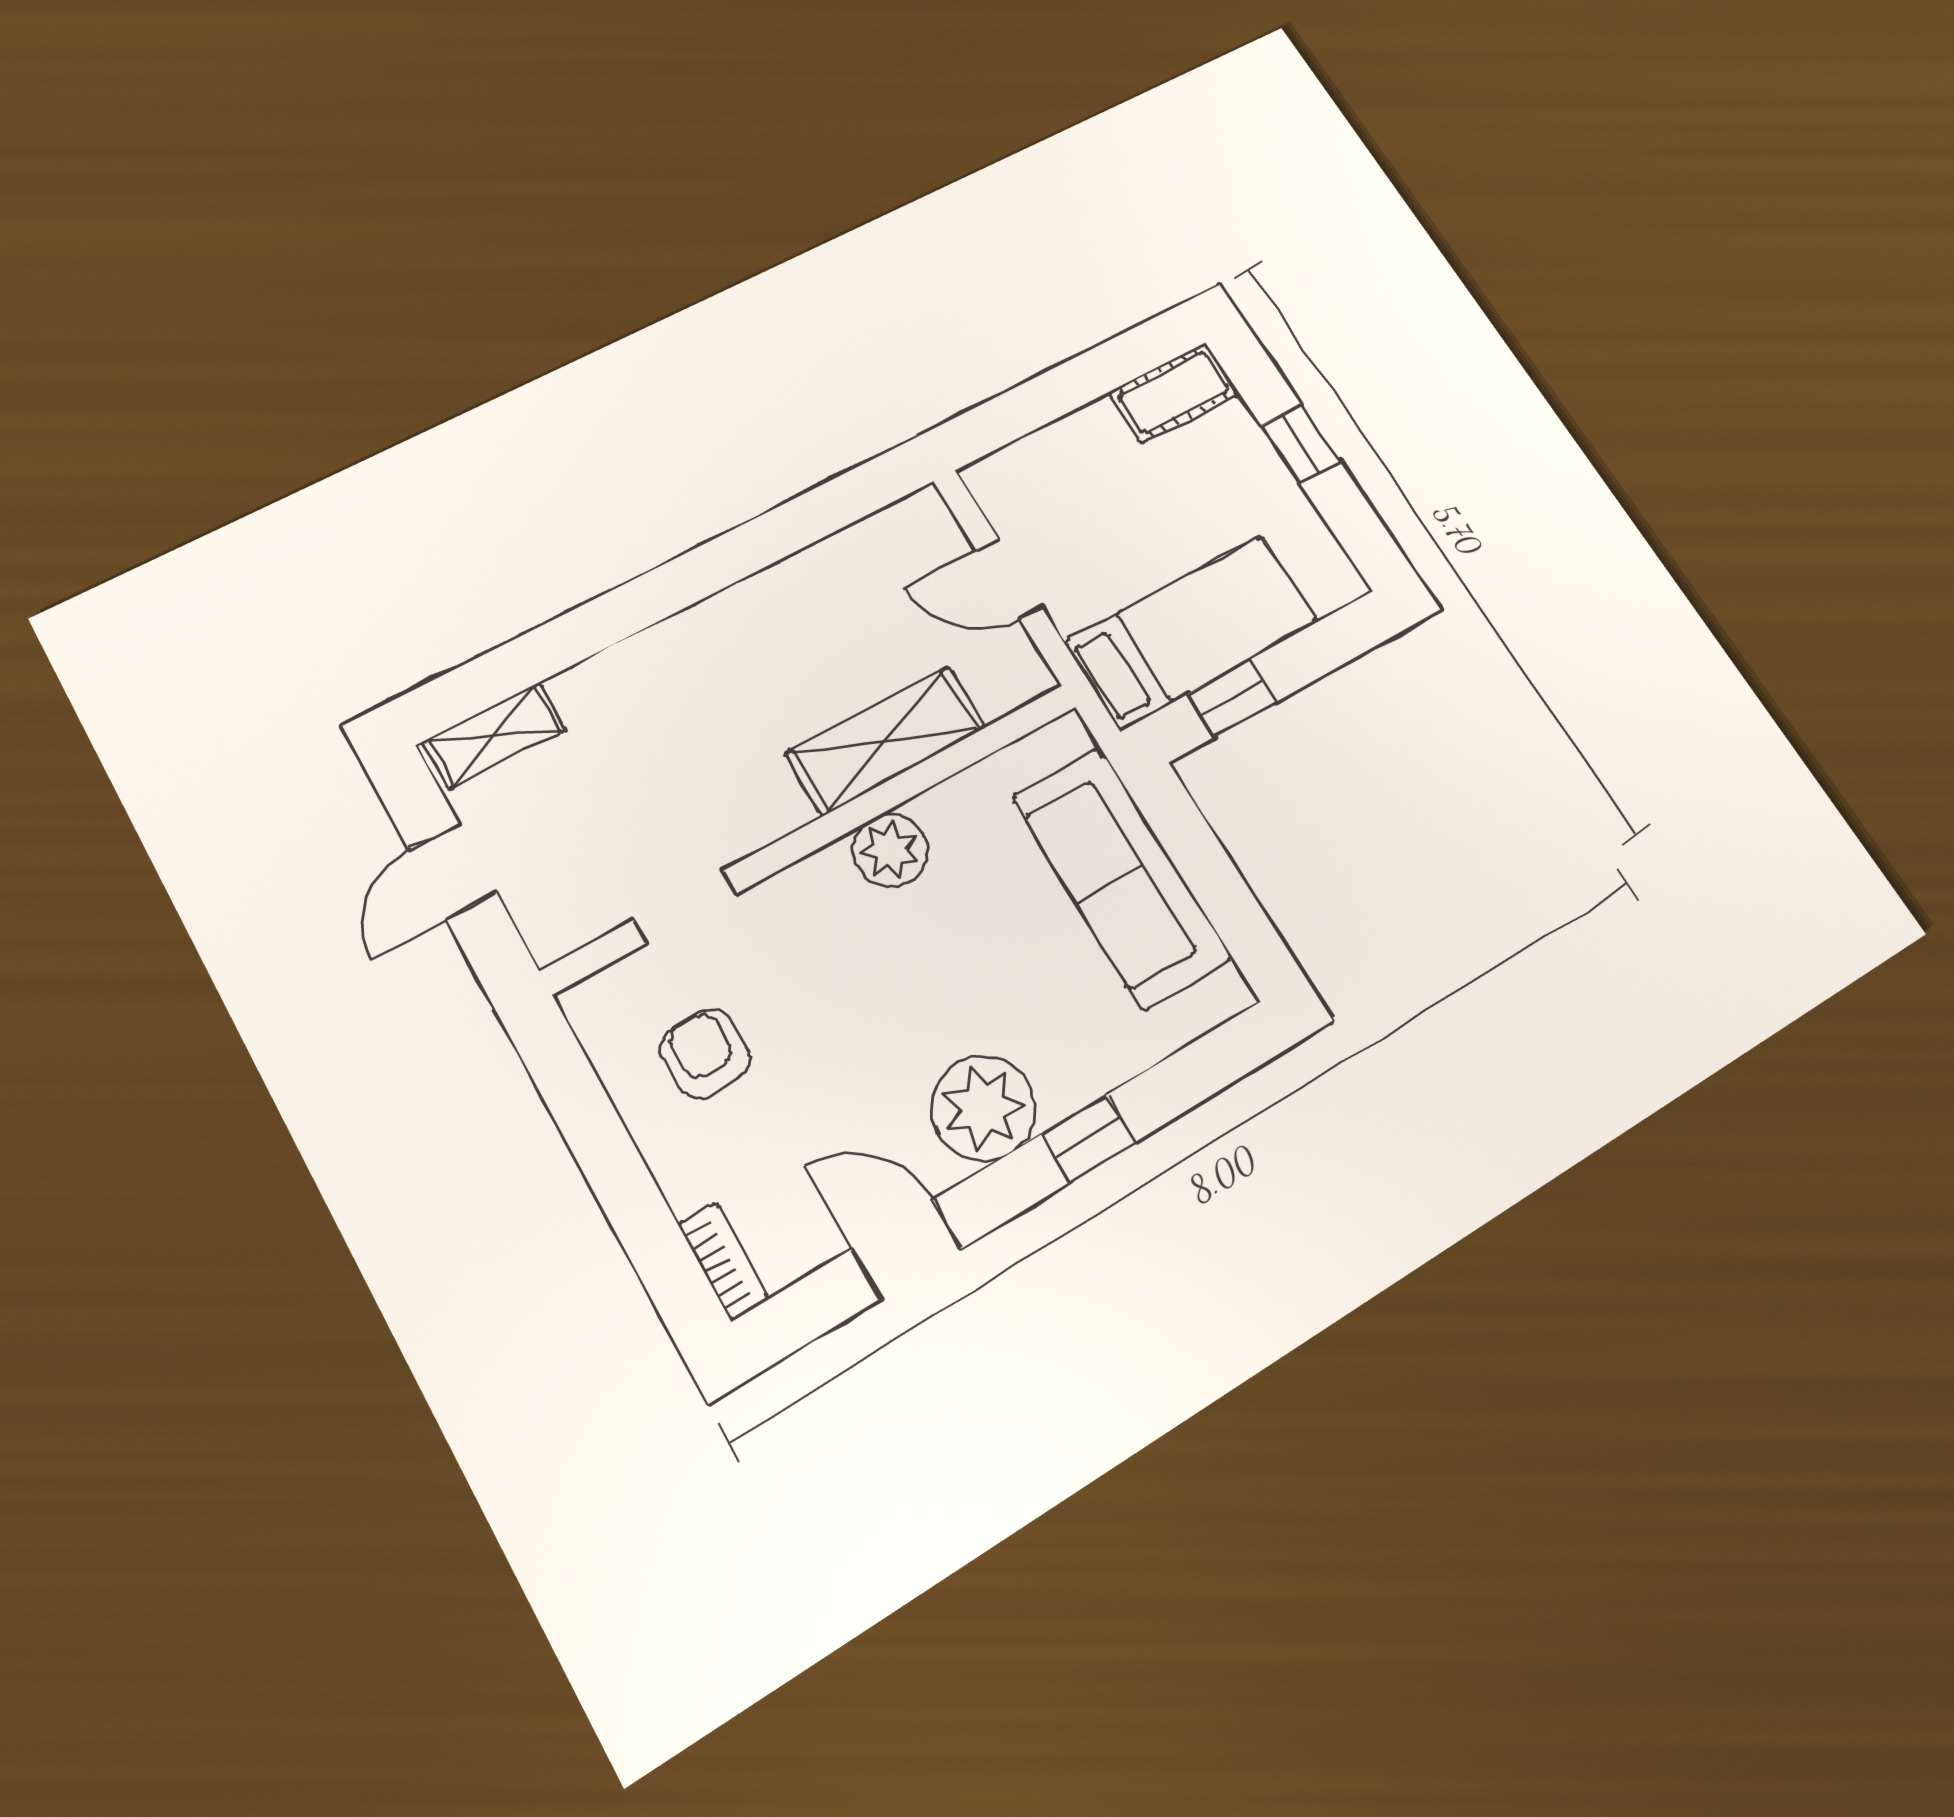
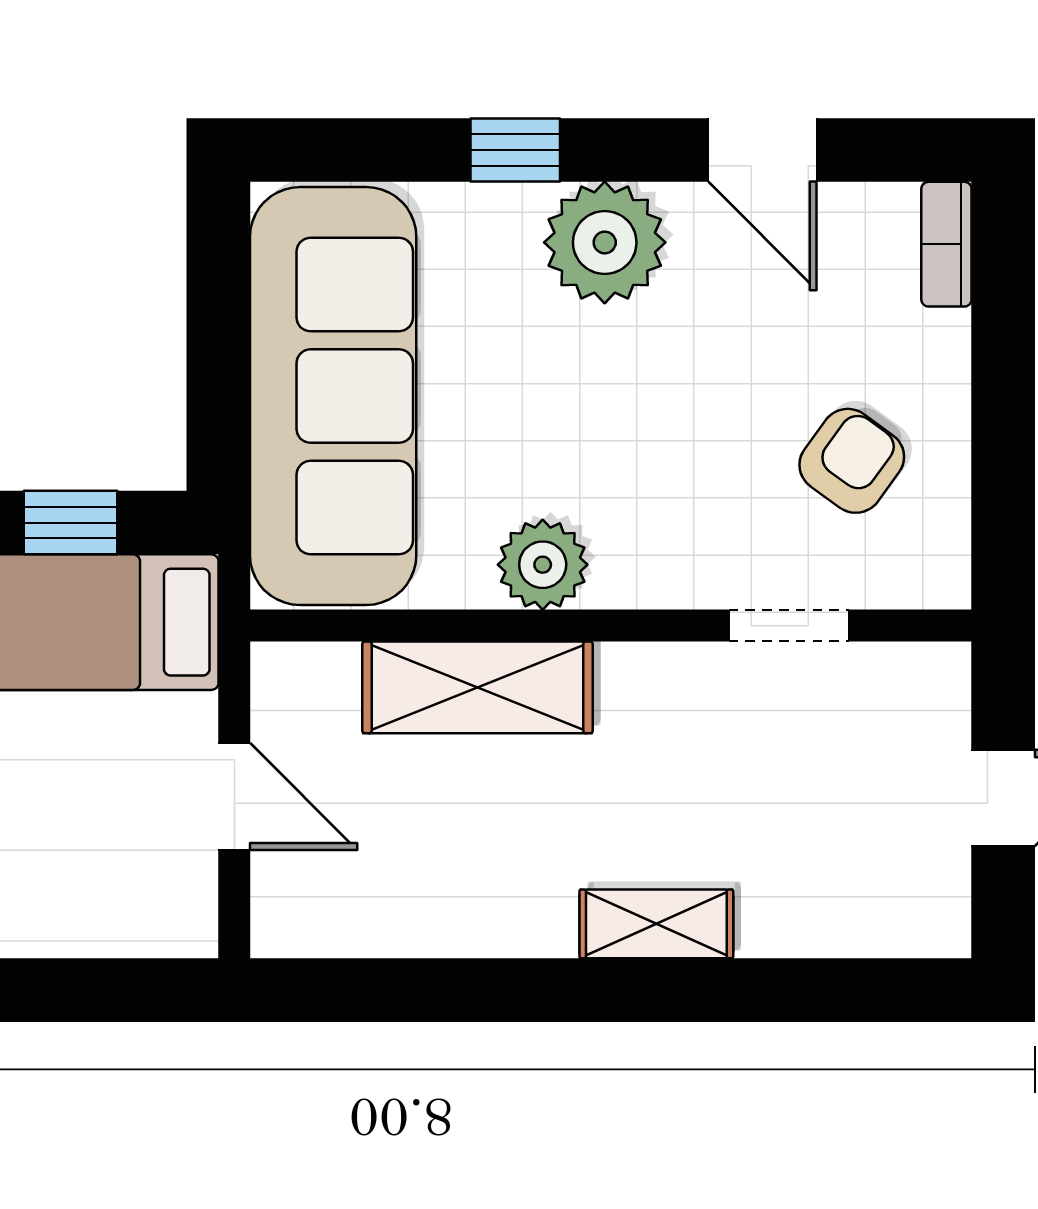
shelving: (495, 735) -> (656, 924), moved
sofa: (1122, 877) -> (333, 396), width x1.36, depth x1.27
armchair: (705, 1053) -> (852, 461), turned -144

